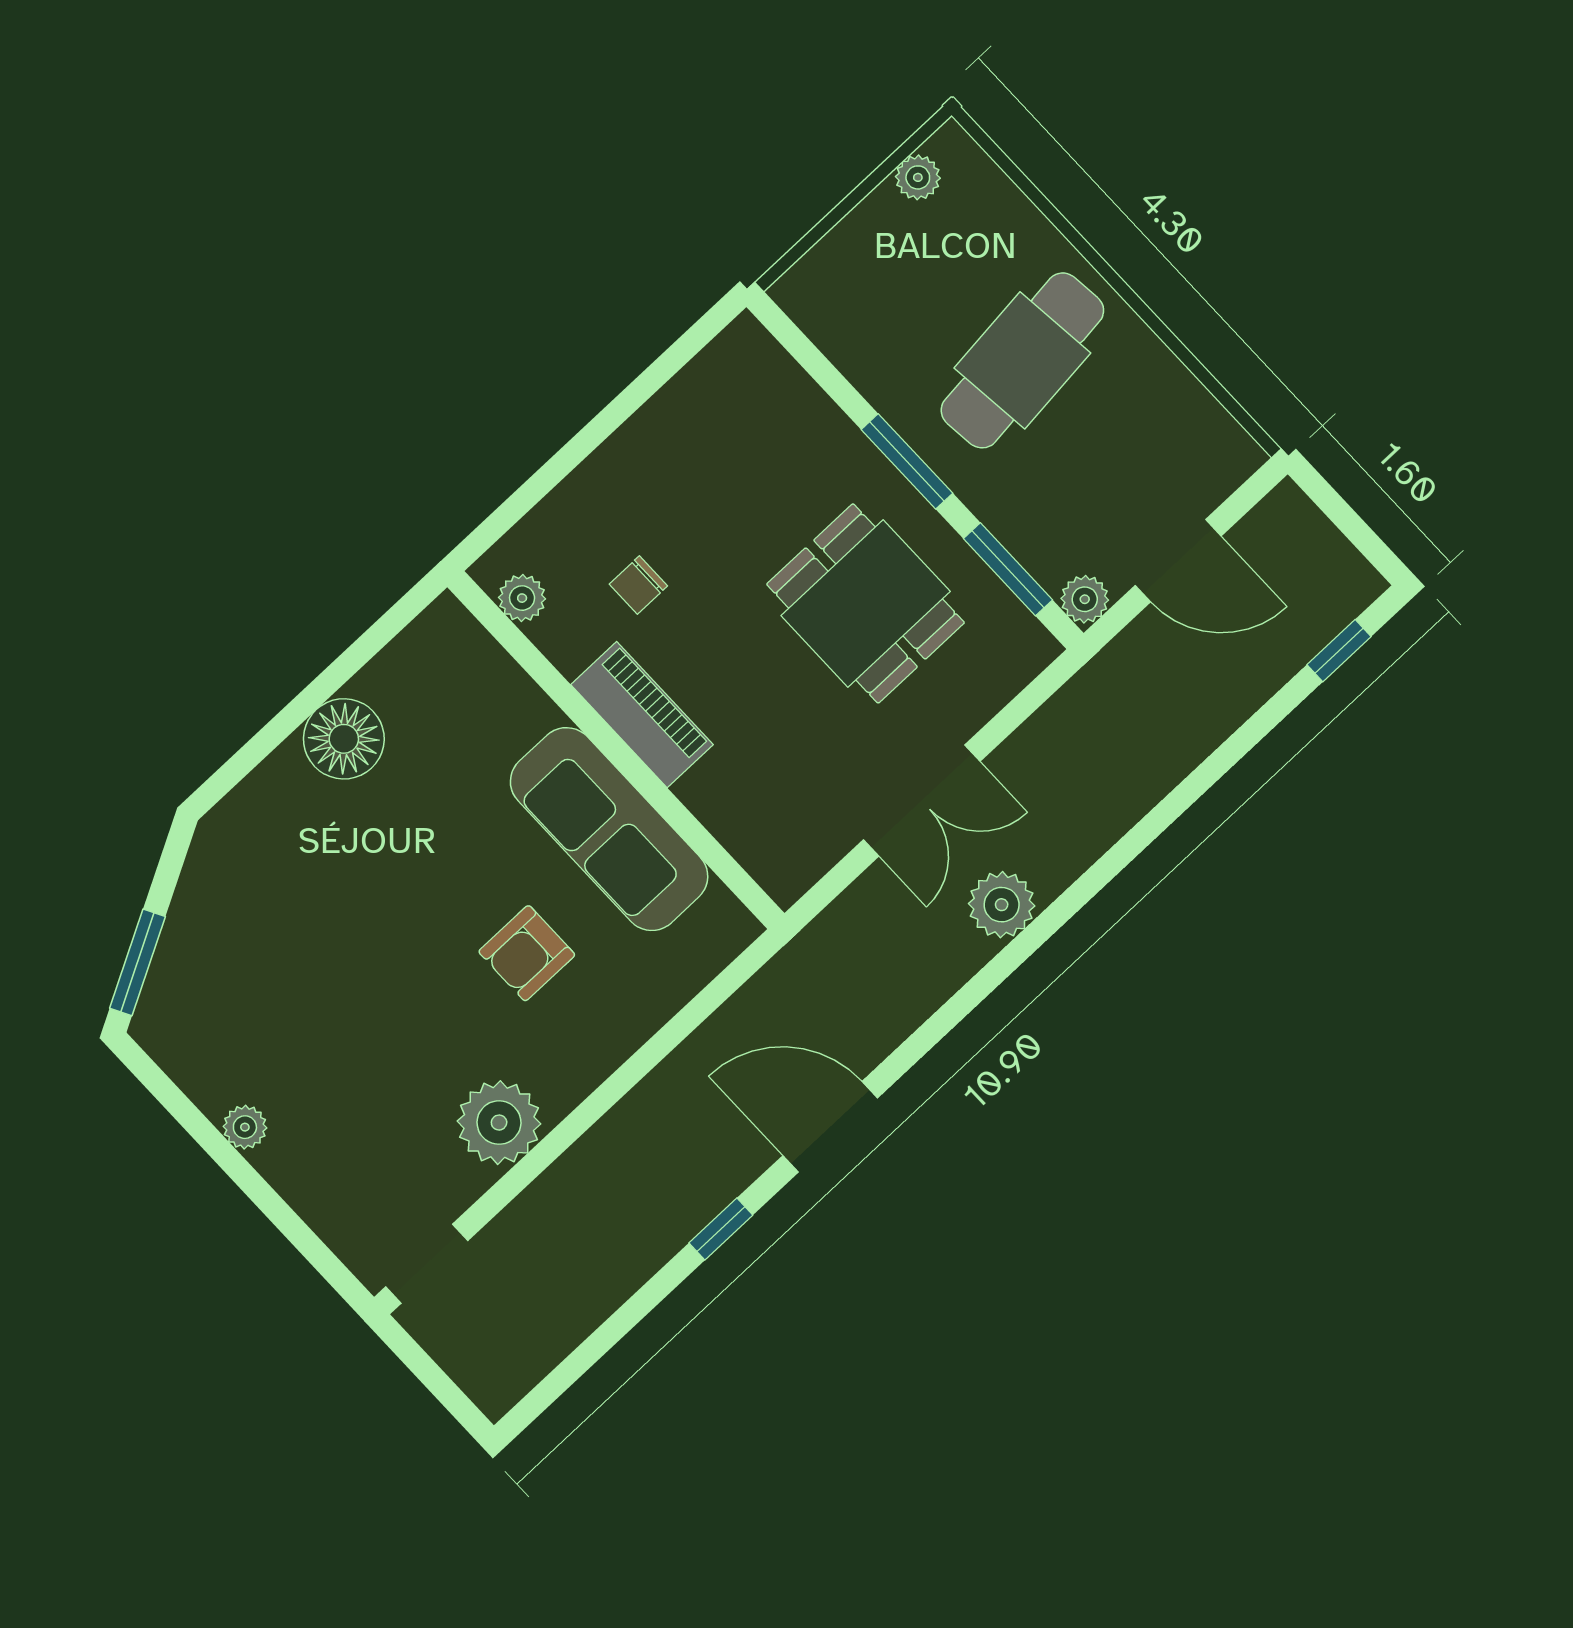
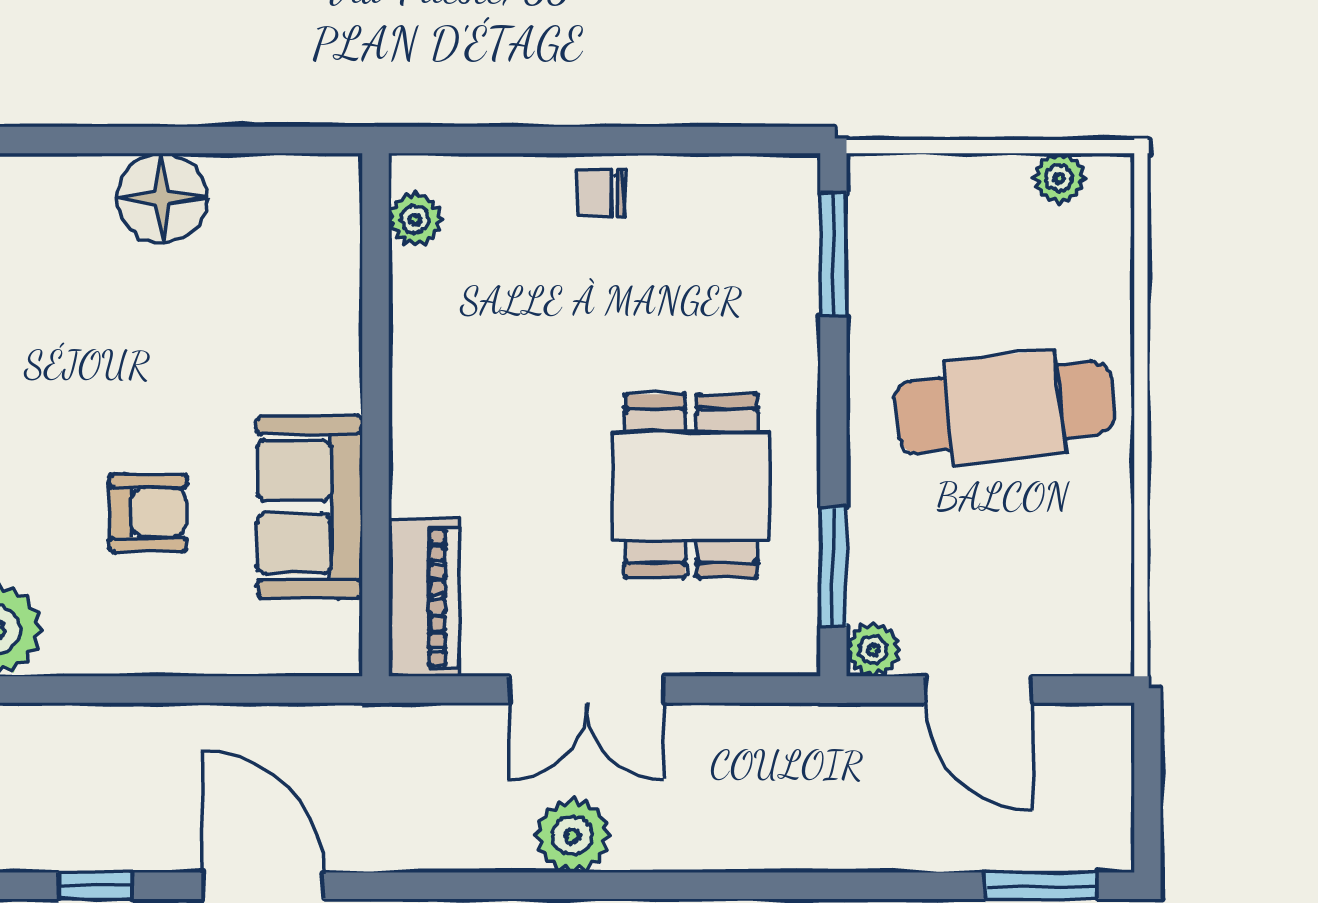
window: (907, 461) -> (833, 254), moved
chair: (638, 585) -> (600, 193), moved
window: (1339, 651) -> (1041, 886), width x1.50
piano: (642, 715) -> (424, 597), moved
sofa: (609, 829) -> (310, 507), width x0.73
armchair: (527, 953) -> (148, 513), turned 180

